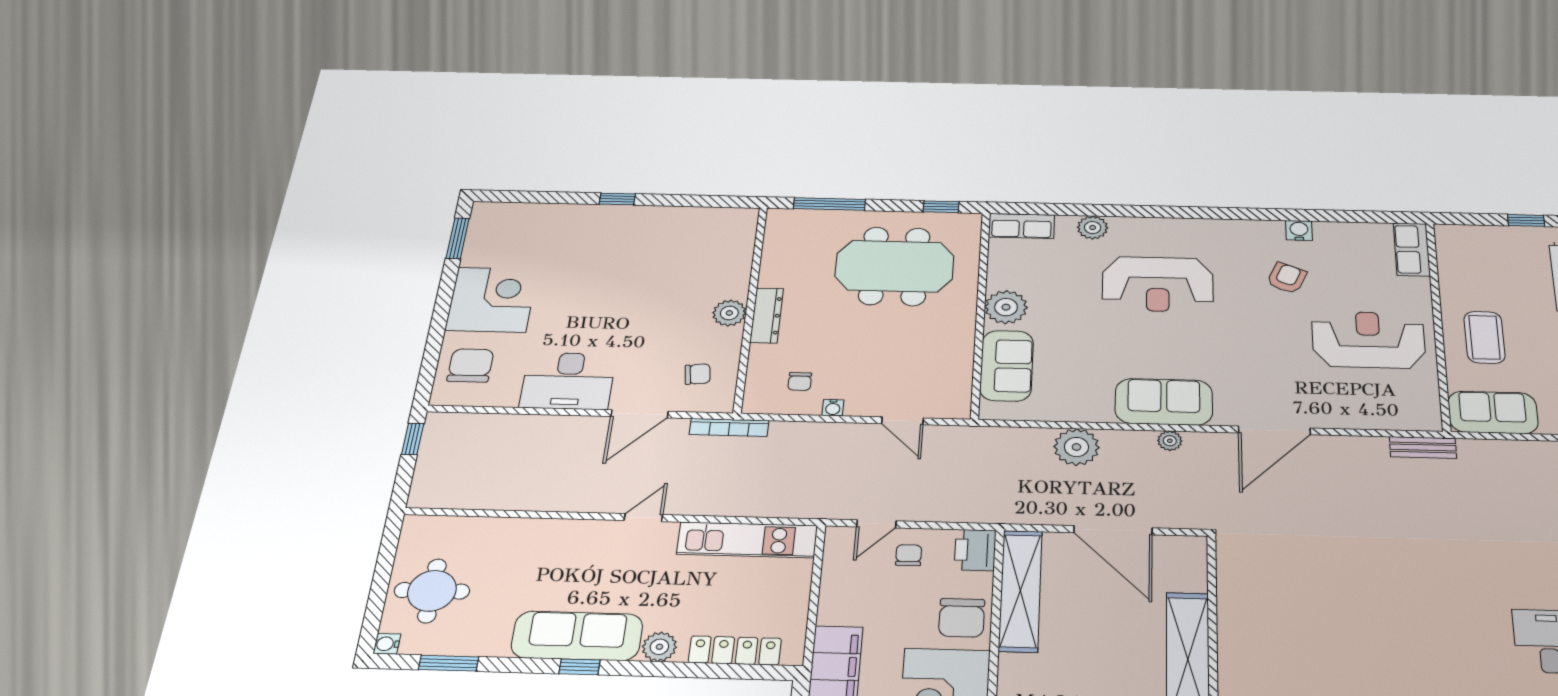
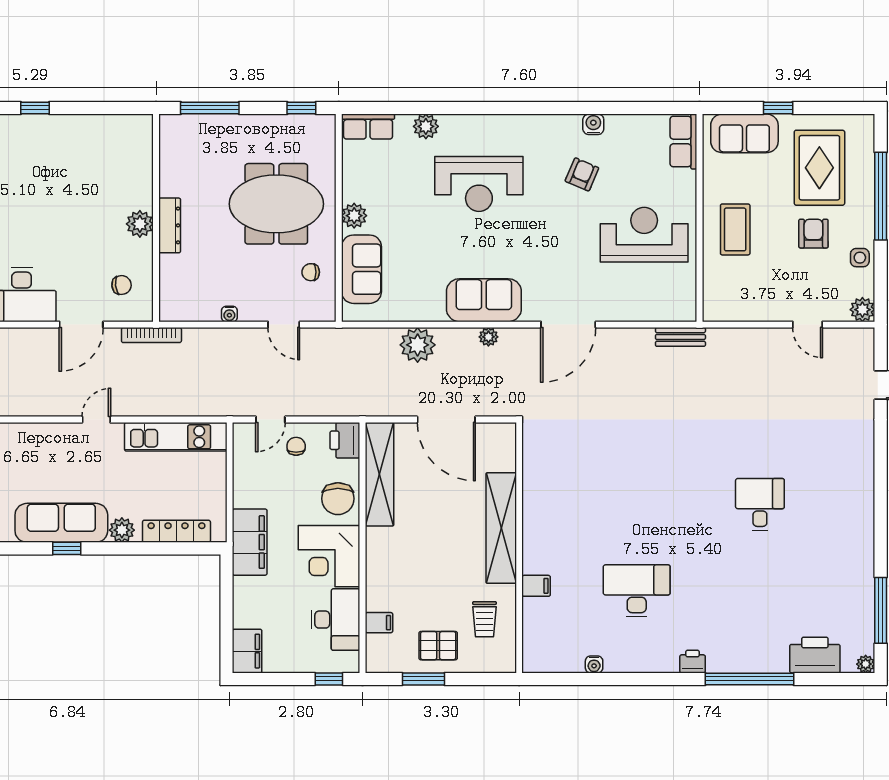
meeting table: (894, 266) -> (276, 204), moved
plant: (1006, 307) -> (354, 216), width x0.73, depth x0.73
chair: (800, 381) -> (311, 272), moved, turned 90
sofa: (1493, 412) -> (744, 133), moved, turned 180

